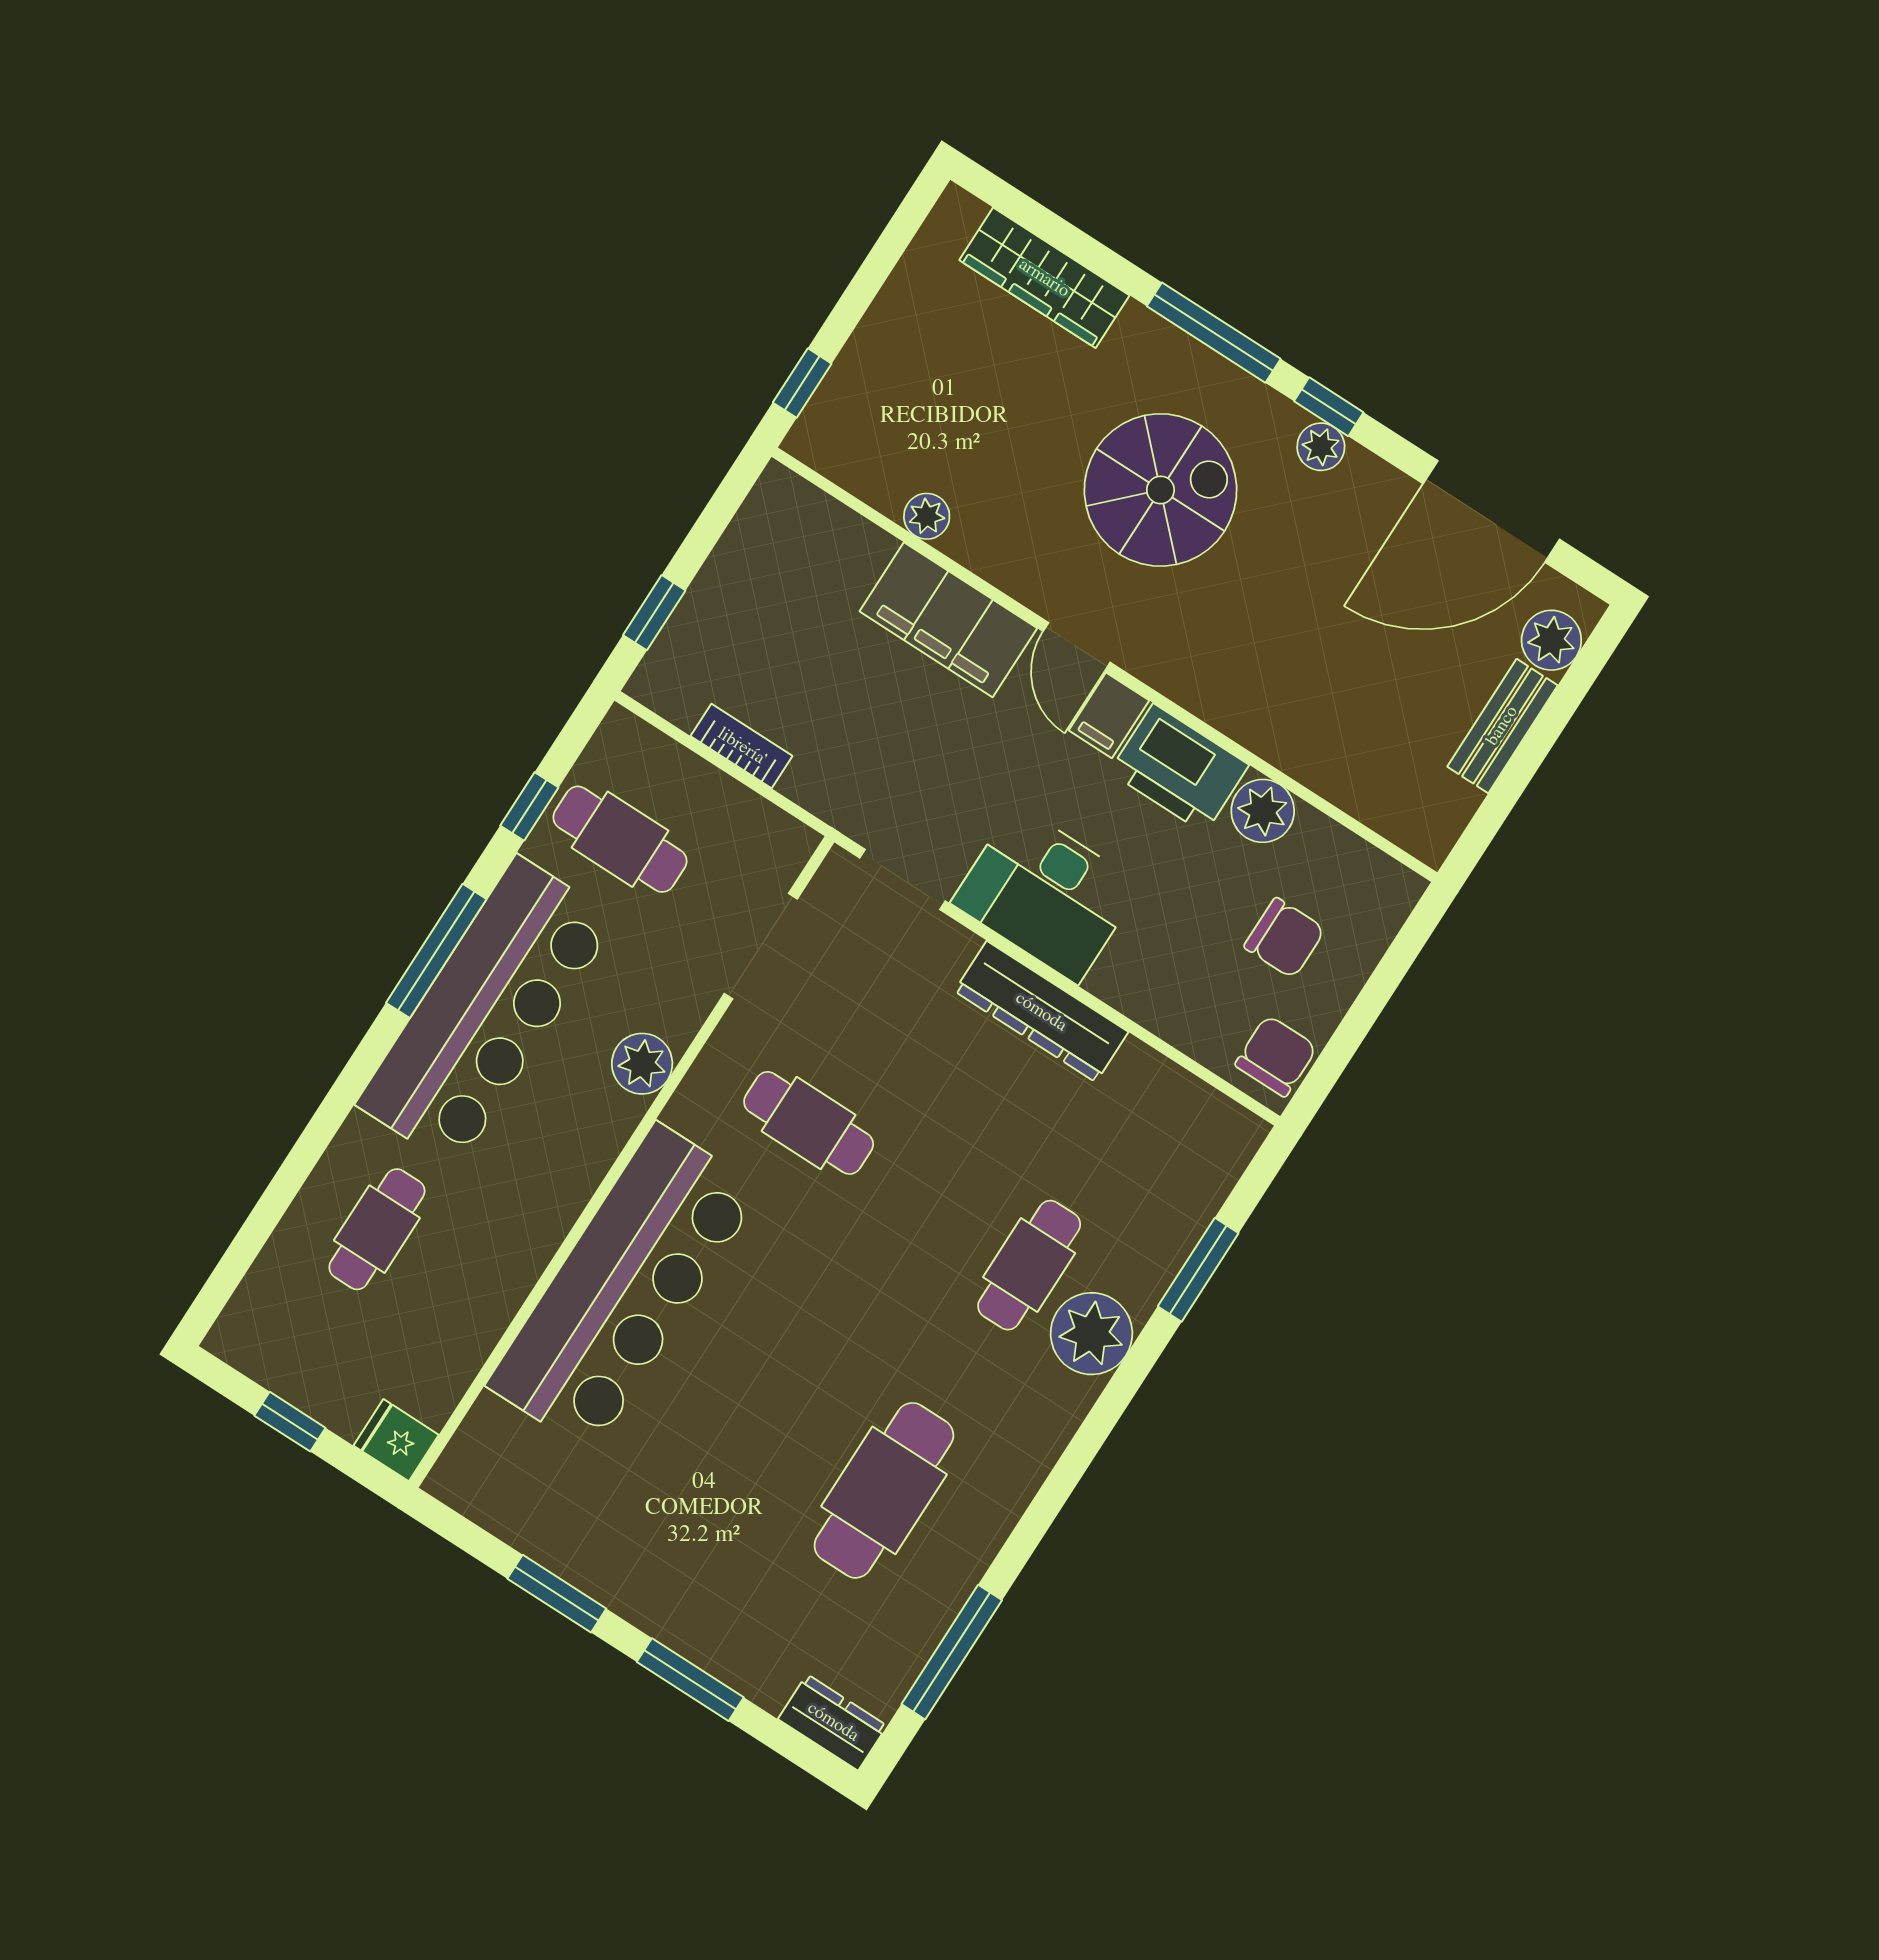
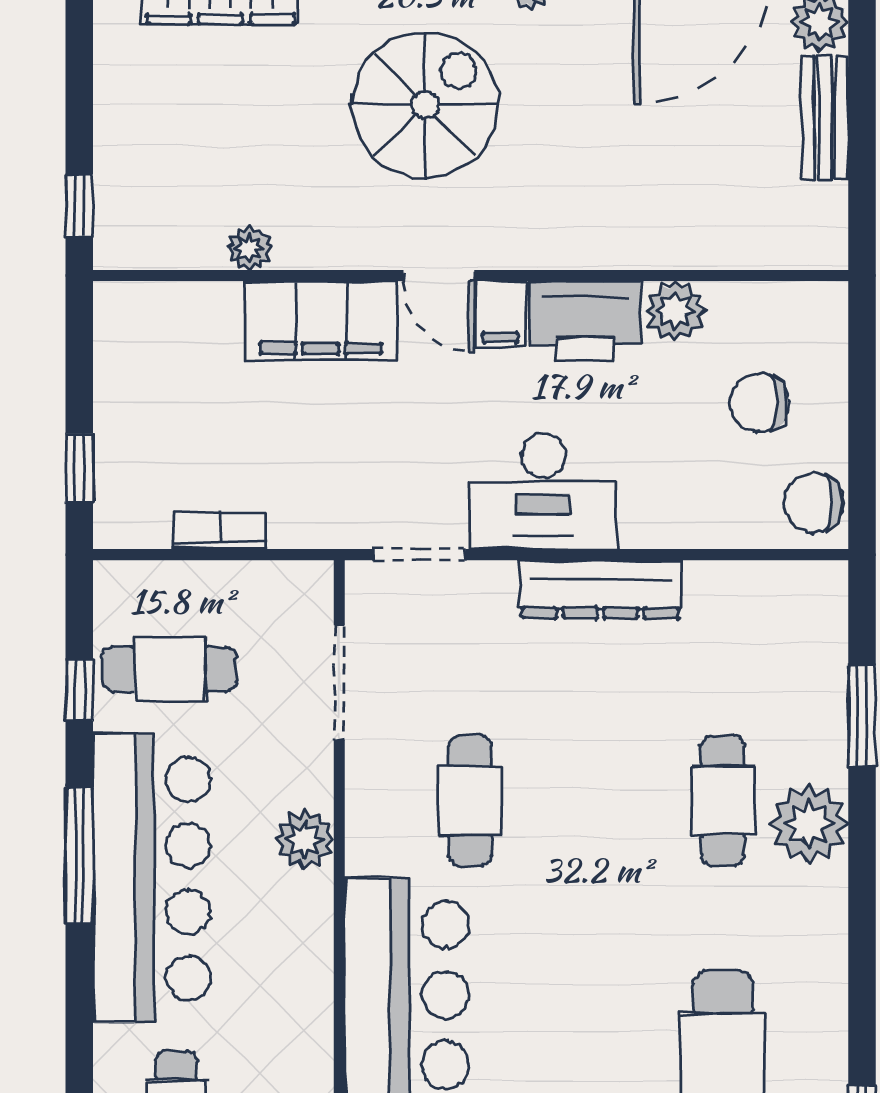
chair: (1285, 938) -> (759, 403), turned 180
chair: (1276, 1056) -> (814, 503), turned -90
cafe table: (809, 1123) -> (470, 801), turned 90

